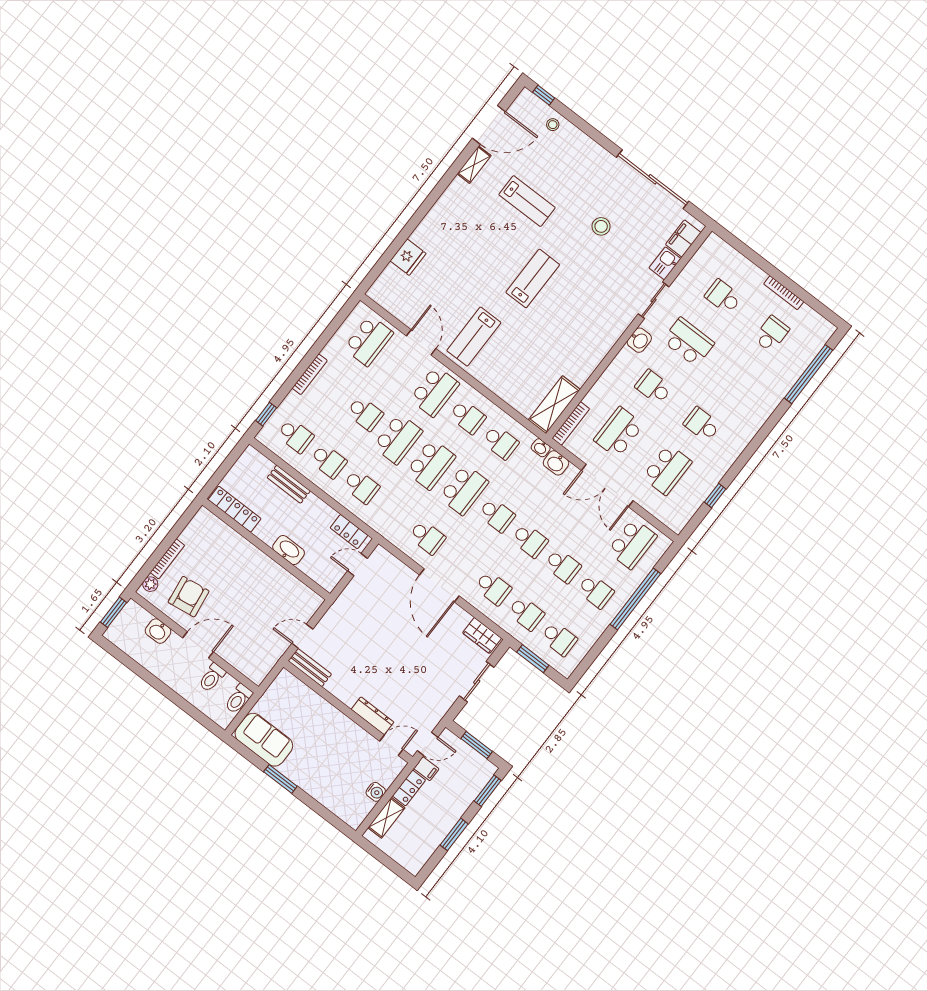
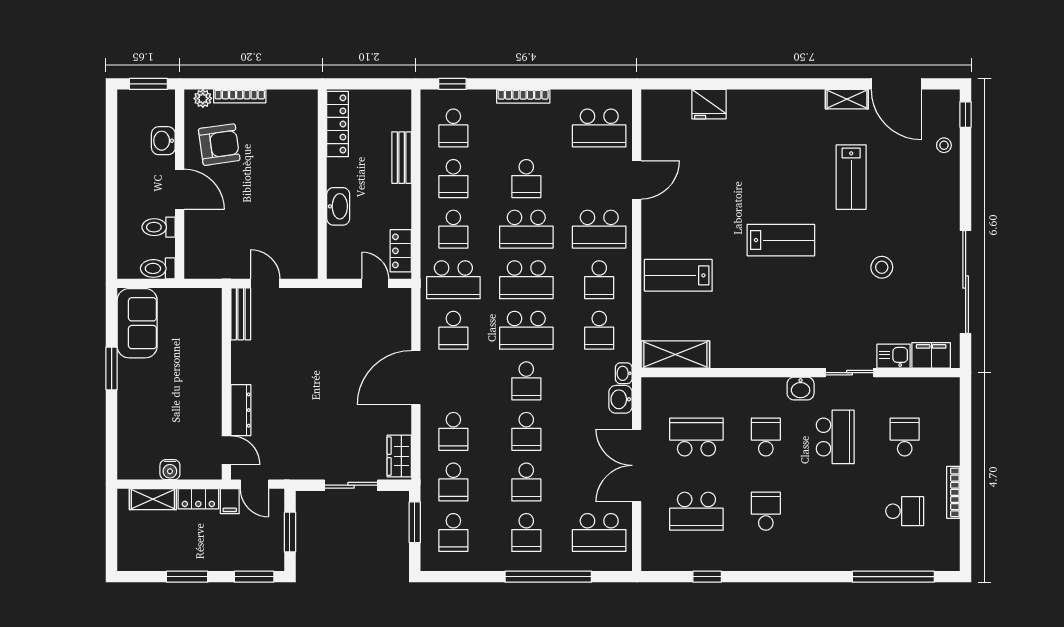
lab bench: (474, 337) -> (678, 275), moved
bookcase: (571, 423) -> (669, 384), removed
school desk: (394, 512) -> (453, 280), added

